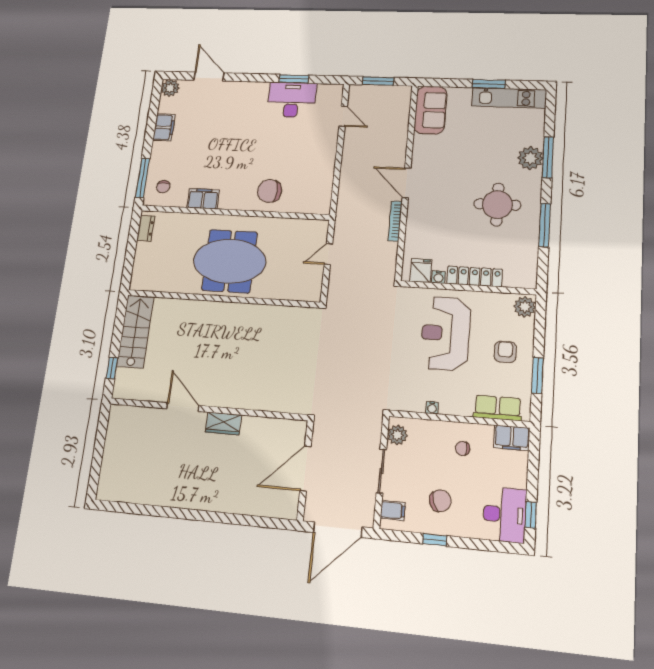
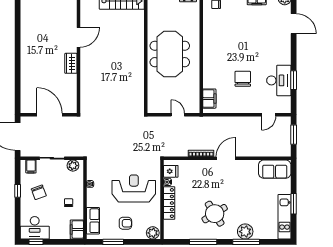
door: (209, 77) -> (294, 24), hinge flipped
chair: (269, 191) -> (243, 79), moved
filing cabinet: (203, 199) -> (209, 99), moved
round table: (497, 205) -> (215, 214), turned -32

